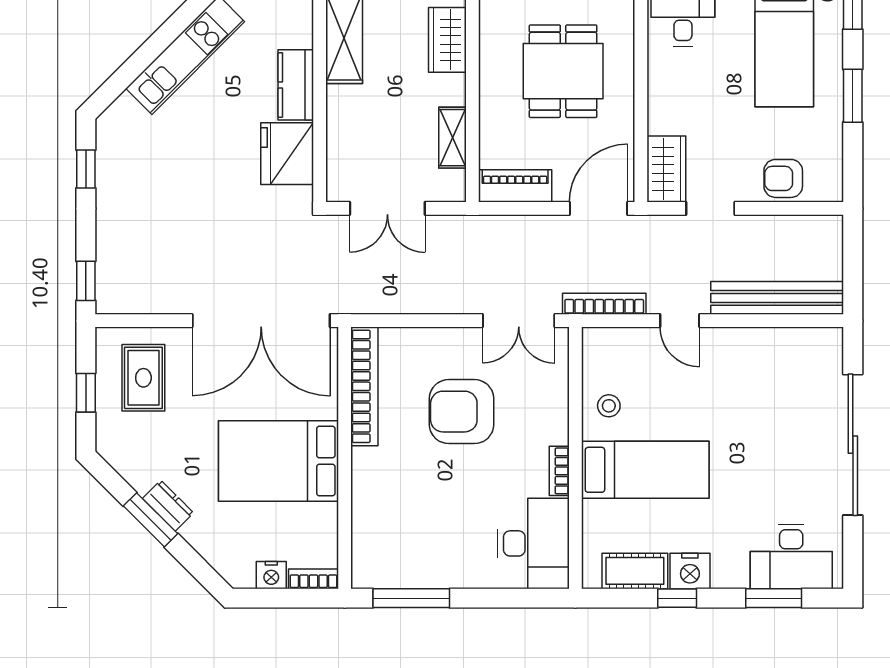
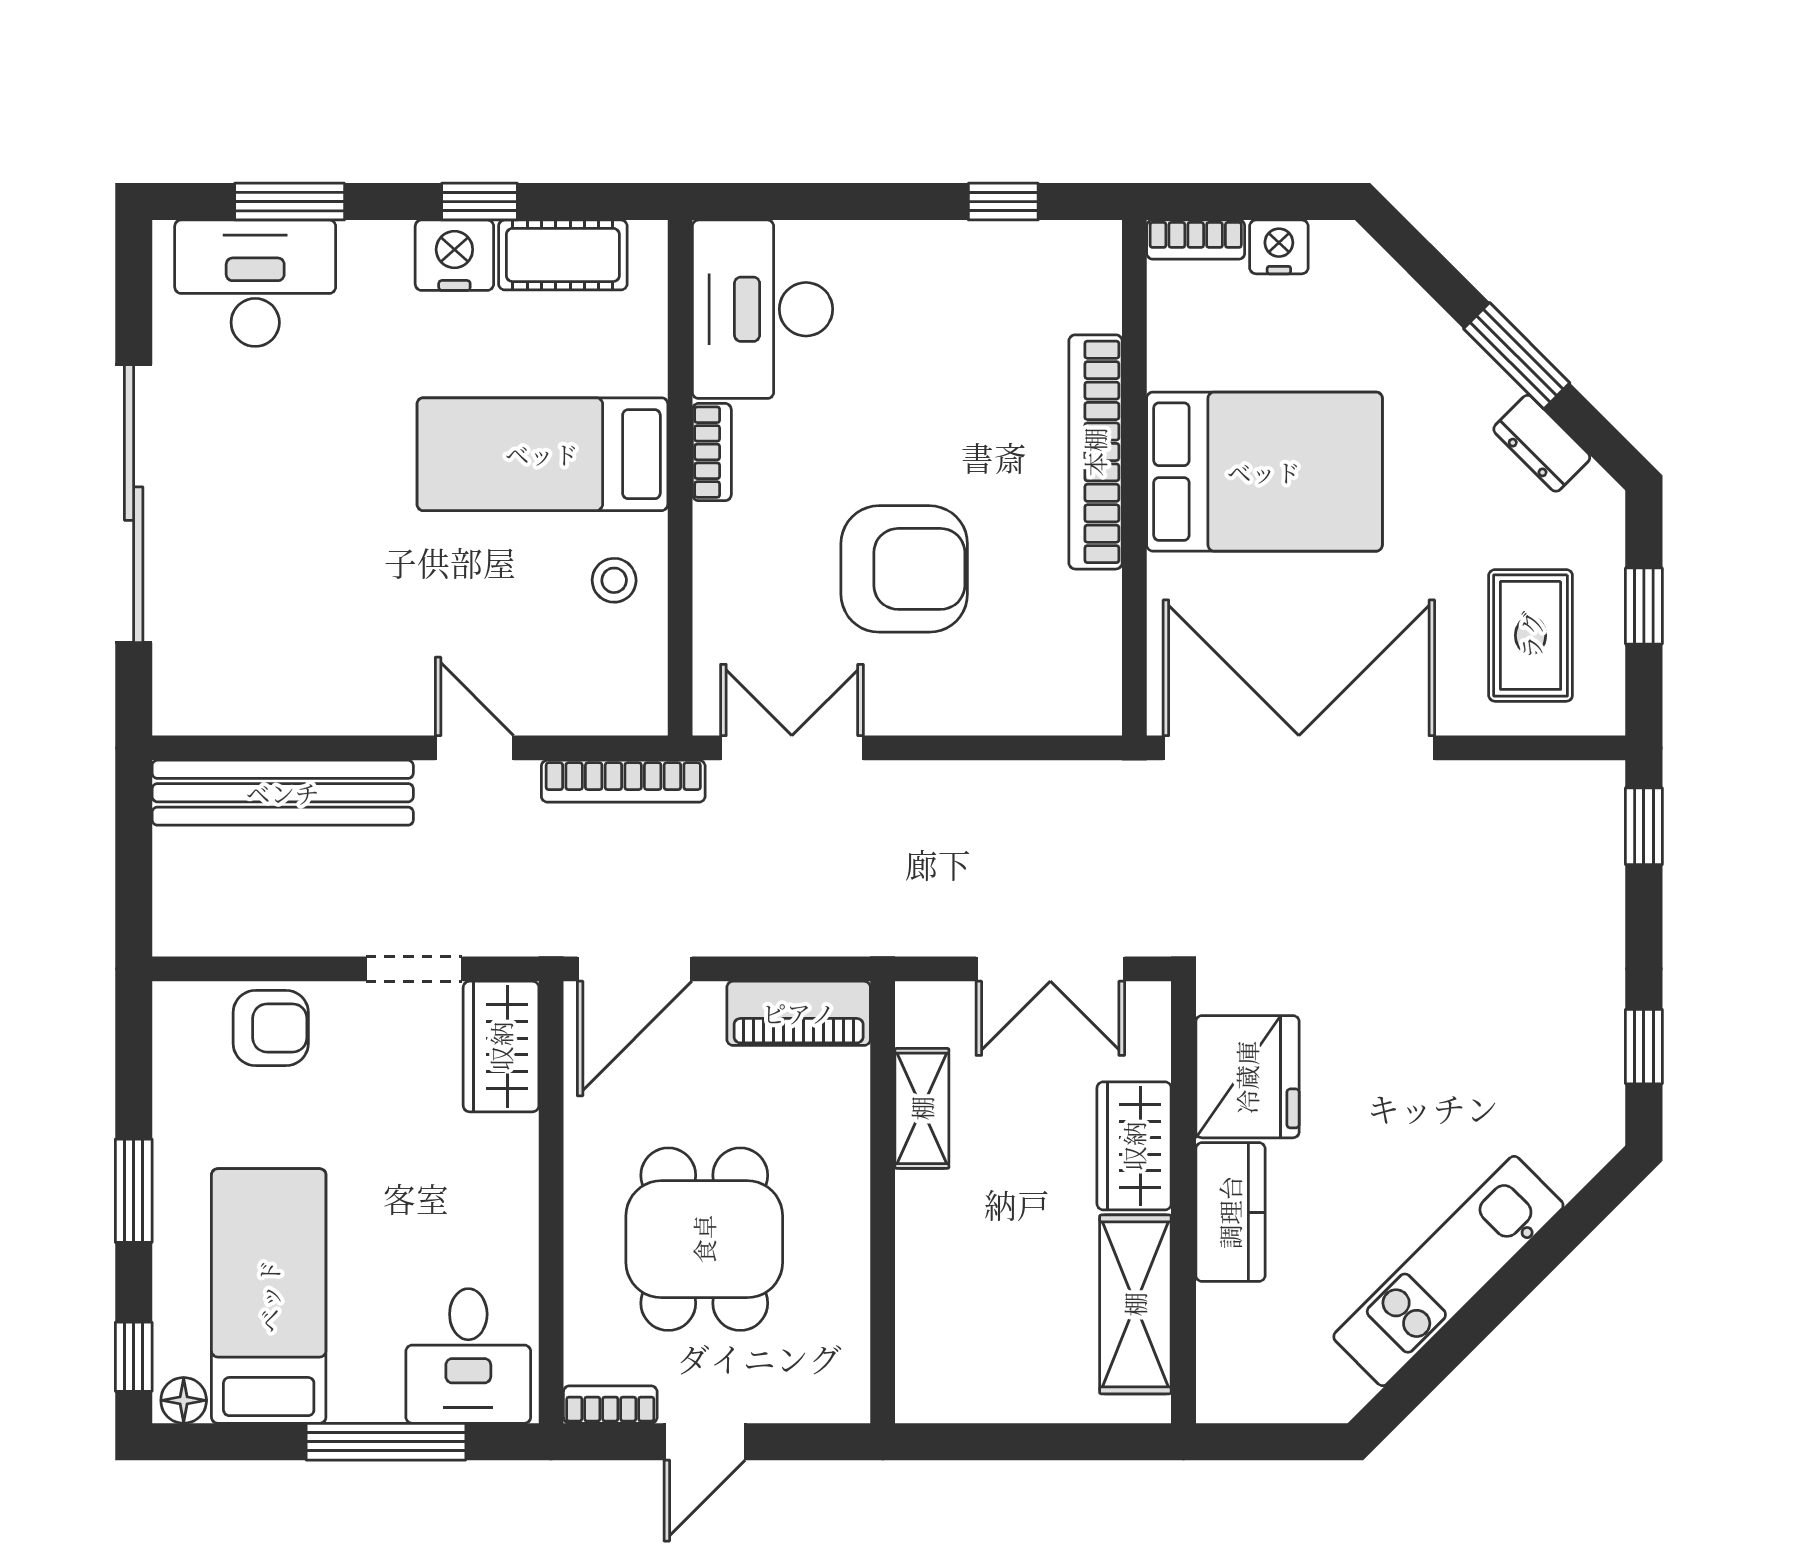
wardrobe: (447, 40) -> (1134, 1146), moved, turned 180
double door: (387, 208) -> (1050, 969), swing flipped
bookcase: (364, 386) -> (1095, 452), moved
dresser: (168, 506) -> (1542, 443), moved
window: (411, 598) -> (1003, 202), width x0.46

